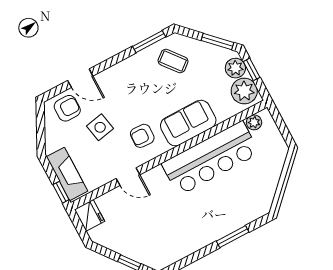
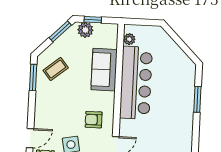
plant: (244, 91) -> (104, 33), removed
sofa: (188, 123) -> (104, 70), moved
armchair: (142, 136) -> (94, 120), turned 88

